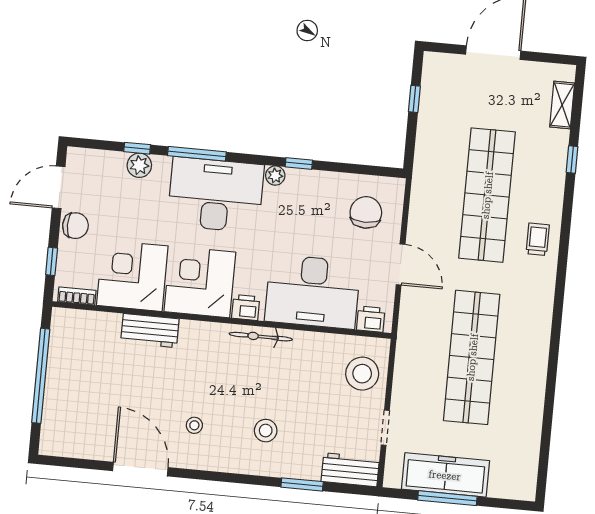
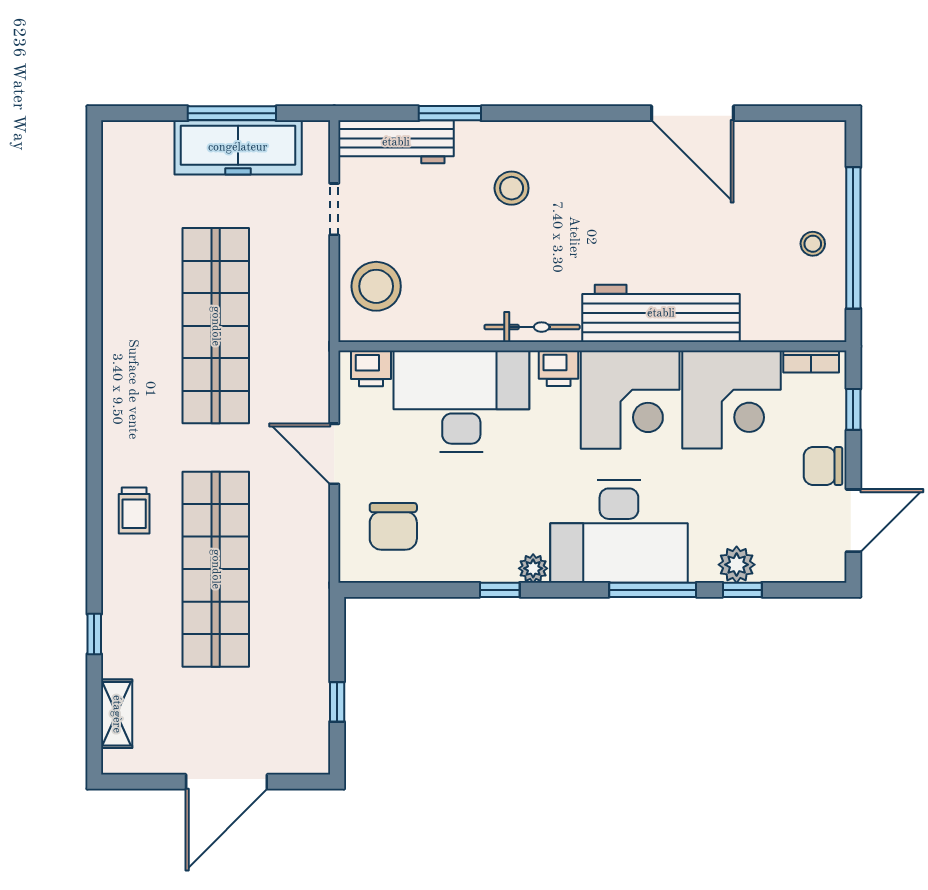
workbench: (150, 331) -> (661, 313), width x1.88, depth x1.32
stool: (194, 425) -> (813, 244), moved
workbench: (350, 470) -> (396, 142), width x1.37

